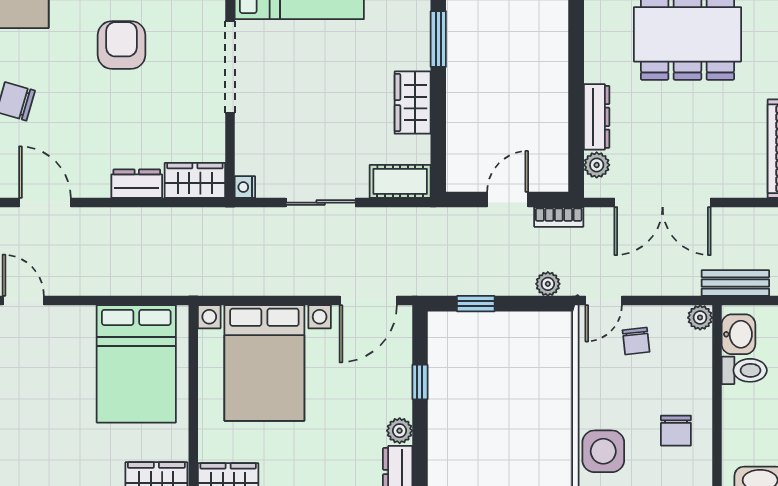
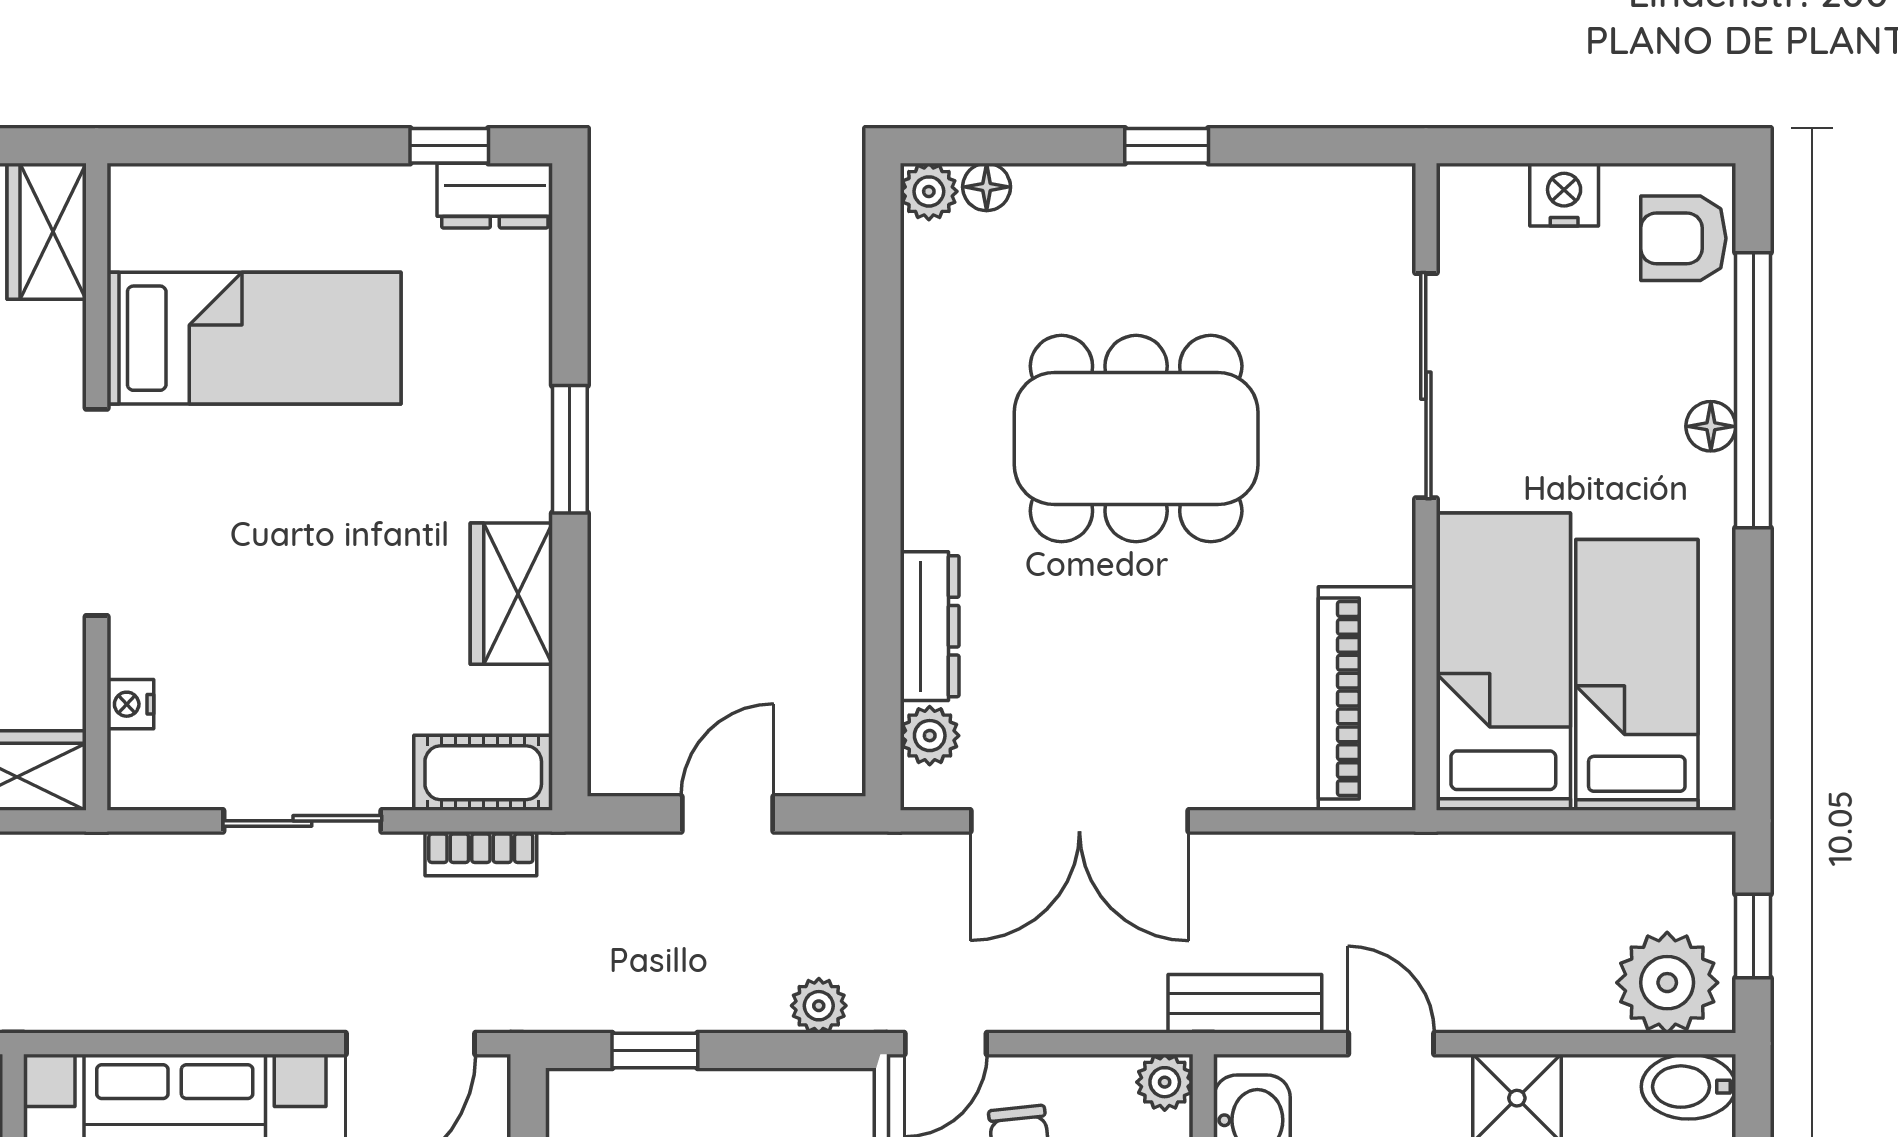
nightstand: (245, 187) -> (130, 704), moved
bookcase: (559, 217) -> (481, 854), moved

